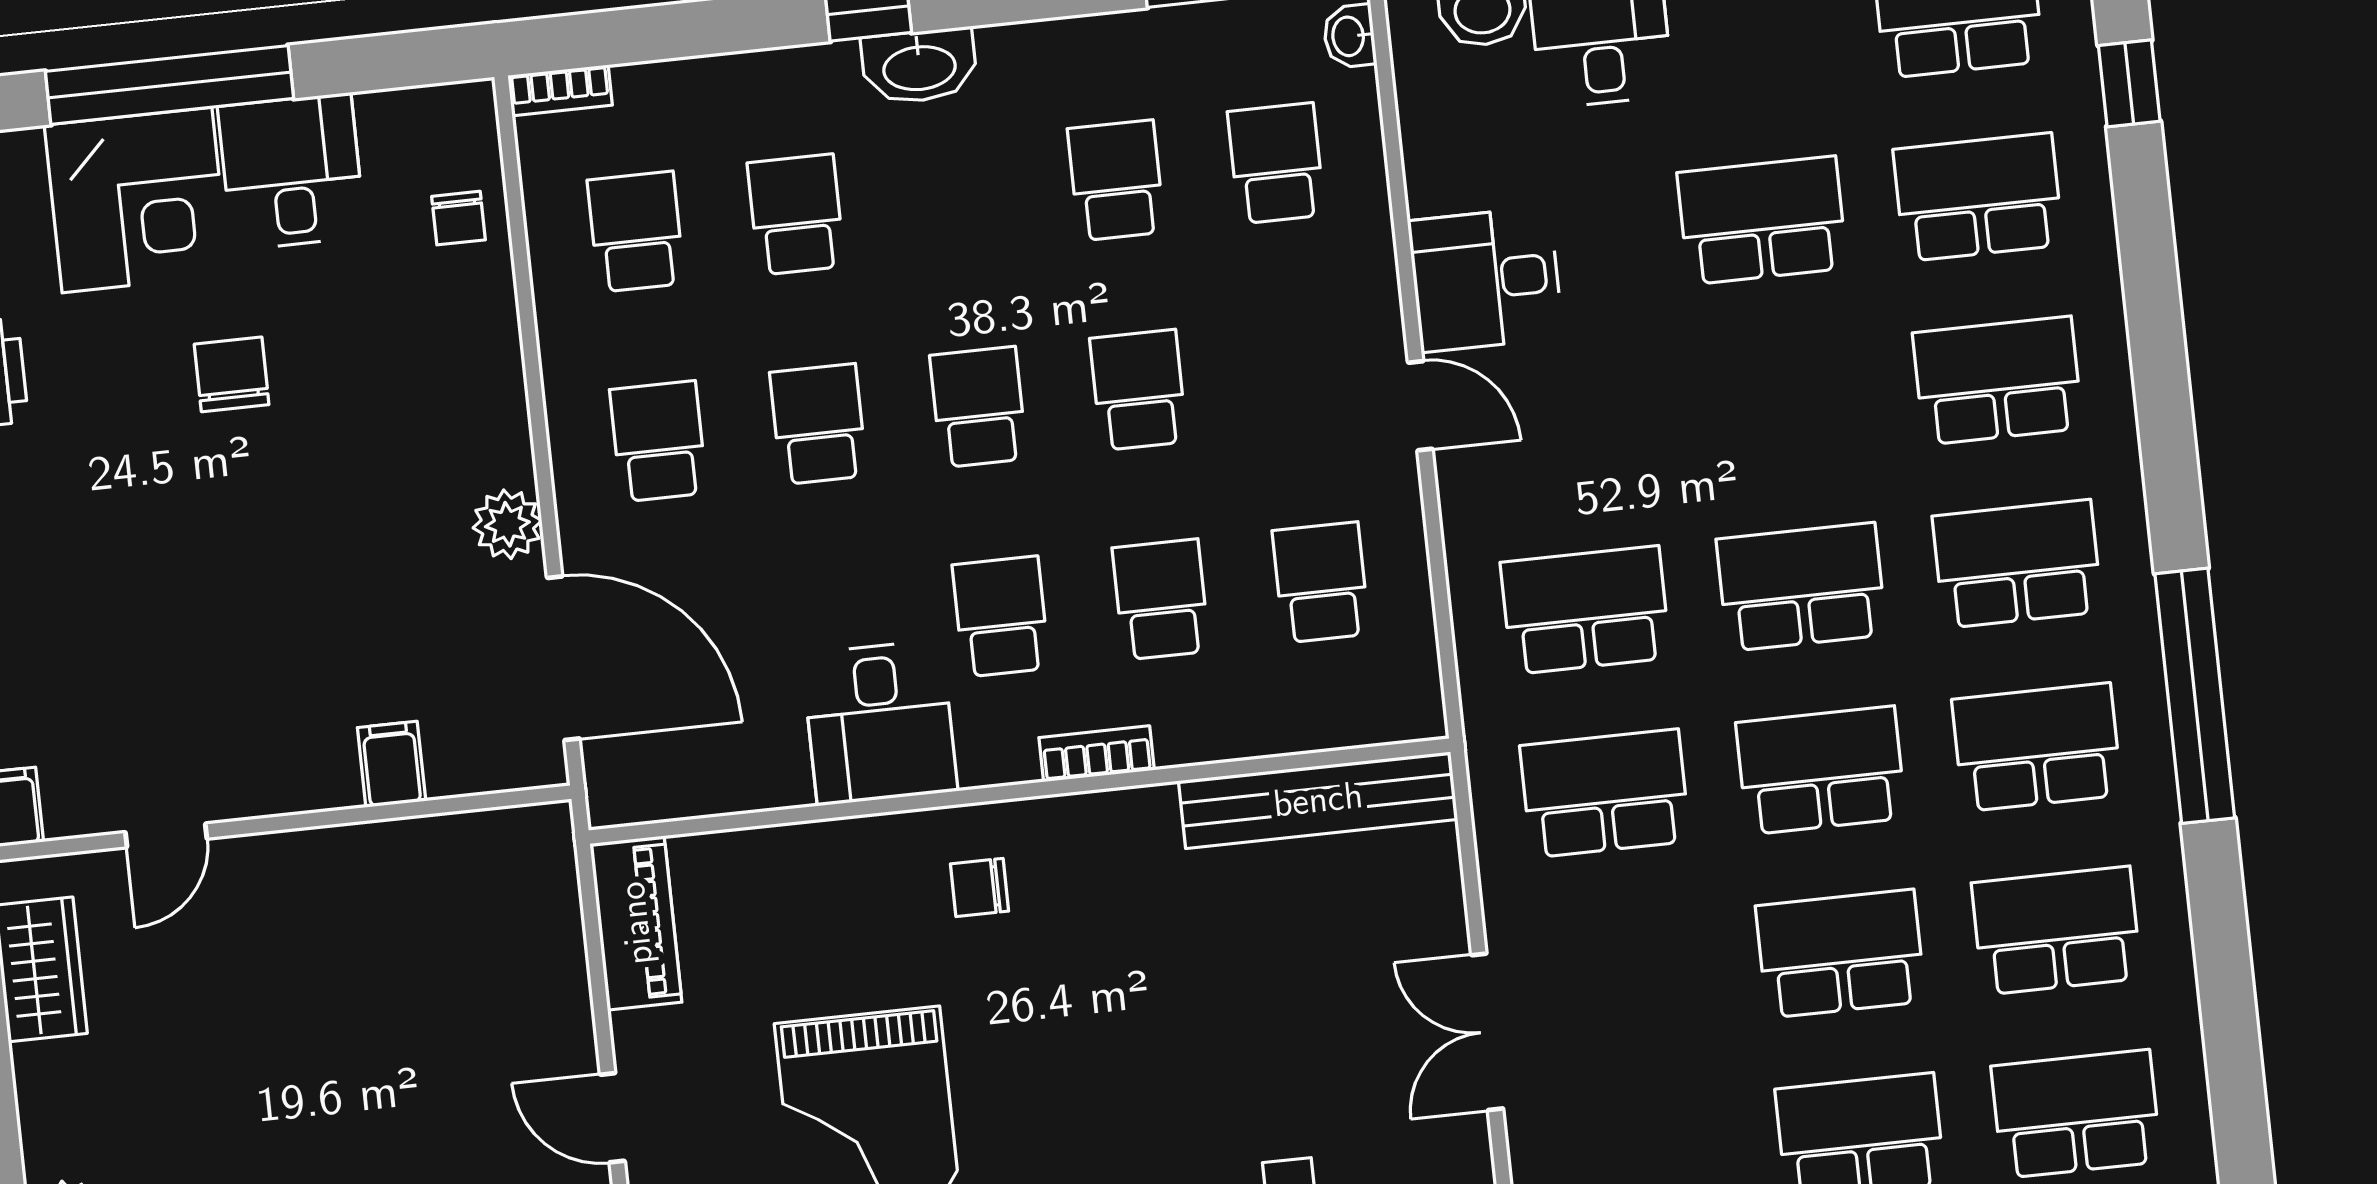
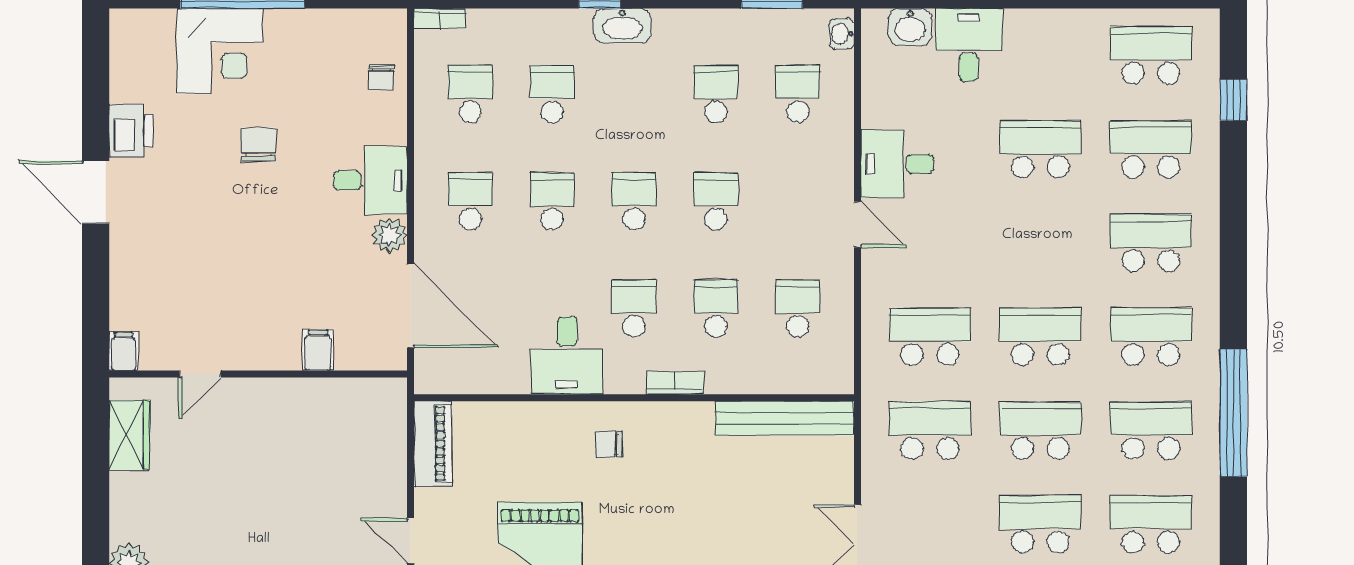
desk: (292, 172) -> (370, 181), moved, turned 90

